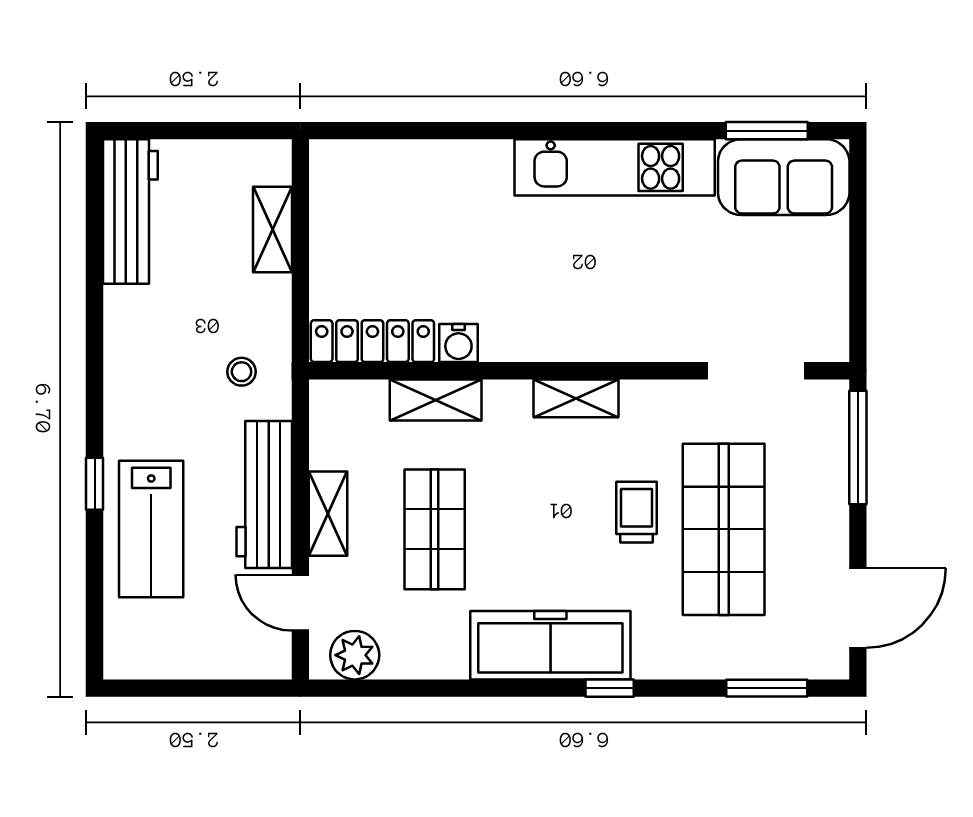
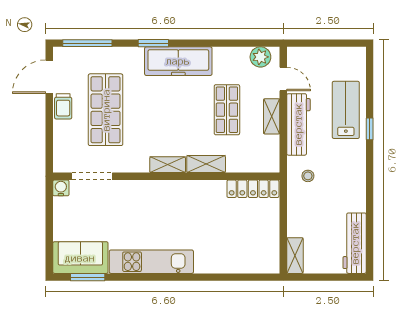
shelving: (273, 230) -> (295, 256), moved
water cooler: (458, 343) -> (61, 188), moved
shelving: (436, 400) -> (206, 164), moved
window: (858, 447) -> (49, 144), removed
trolley: (636, 512) -> (63, 106), moved
window: (610, 688) -> (153, 43), width x1.50
window: (767, 688) -> (87, 43), width x1.44

